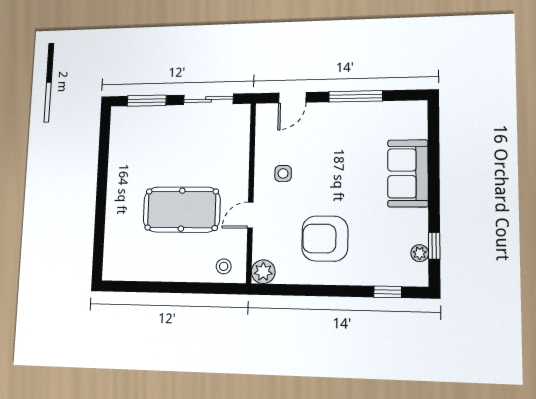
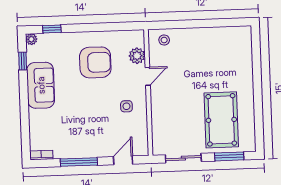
bookcase: (411, 107) -> (41, 155), added
sofa: (408, 173) -> (41, 85), moved
pool table: (182, 210) -> (221, 120), moved, turned 90
plant: (420, 253) -> (31, 39), moved
plant: (263, 272) -> (137, 56), moved

